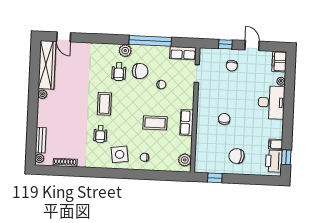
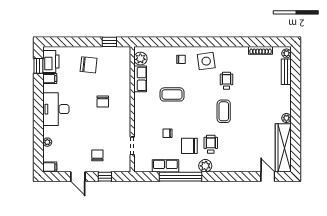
row of seats: (183, 53) -> (165, 166), moved
filing cabinet: (279, 61) -> (50, 167), width x0.50
desk: (271, 102) -> (56, 109), moved
row of seats: (187, 123) -> (140, 79), moved

